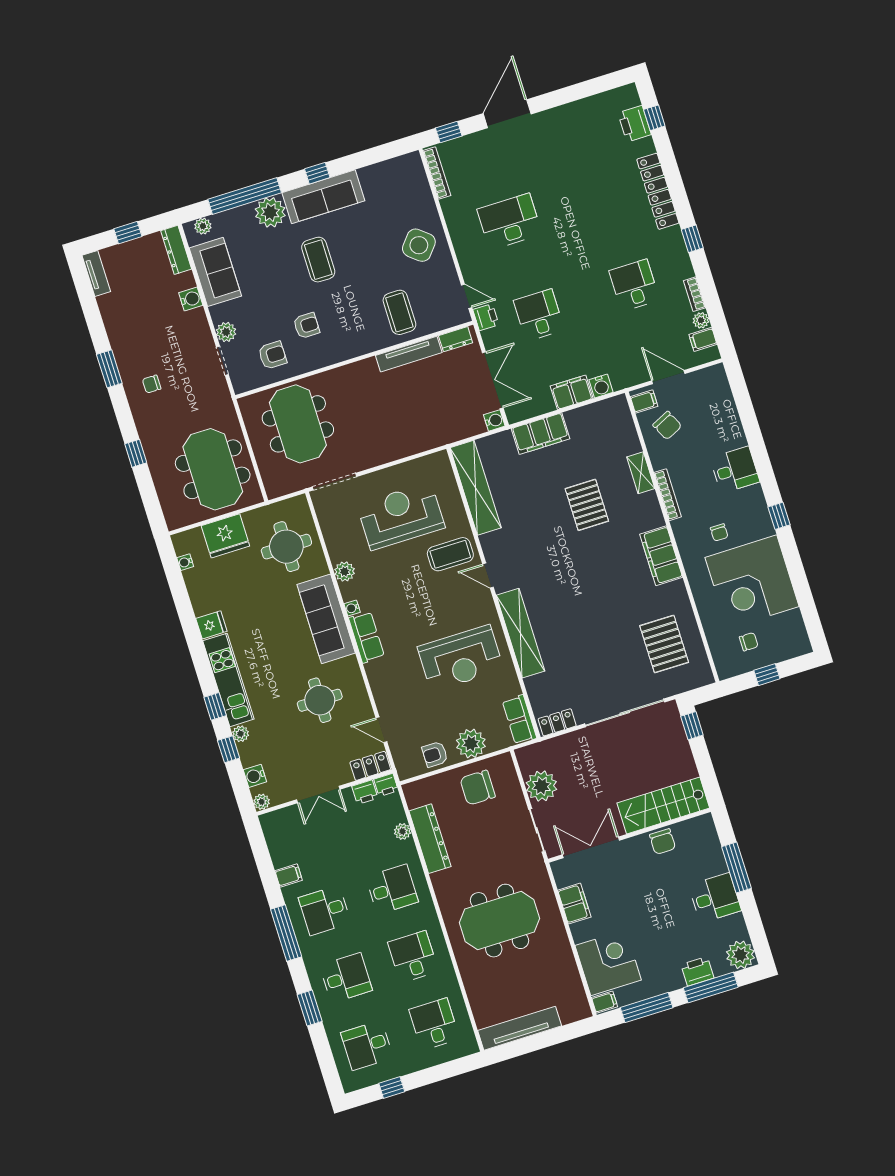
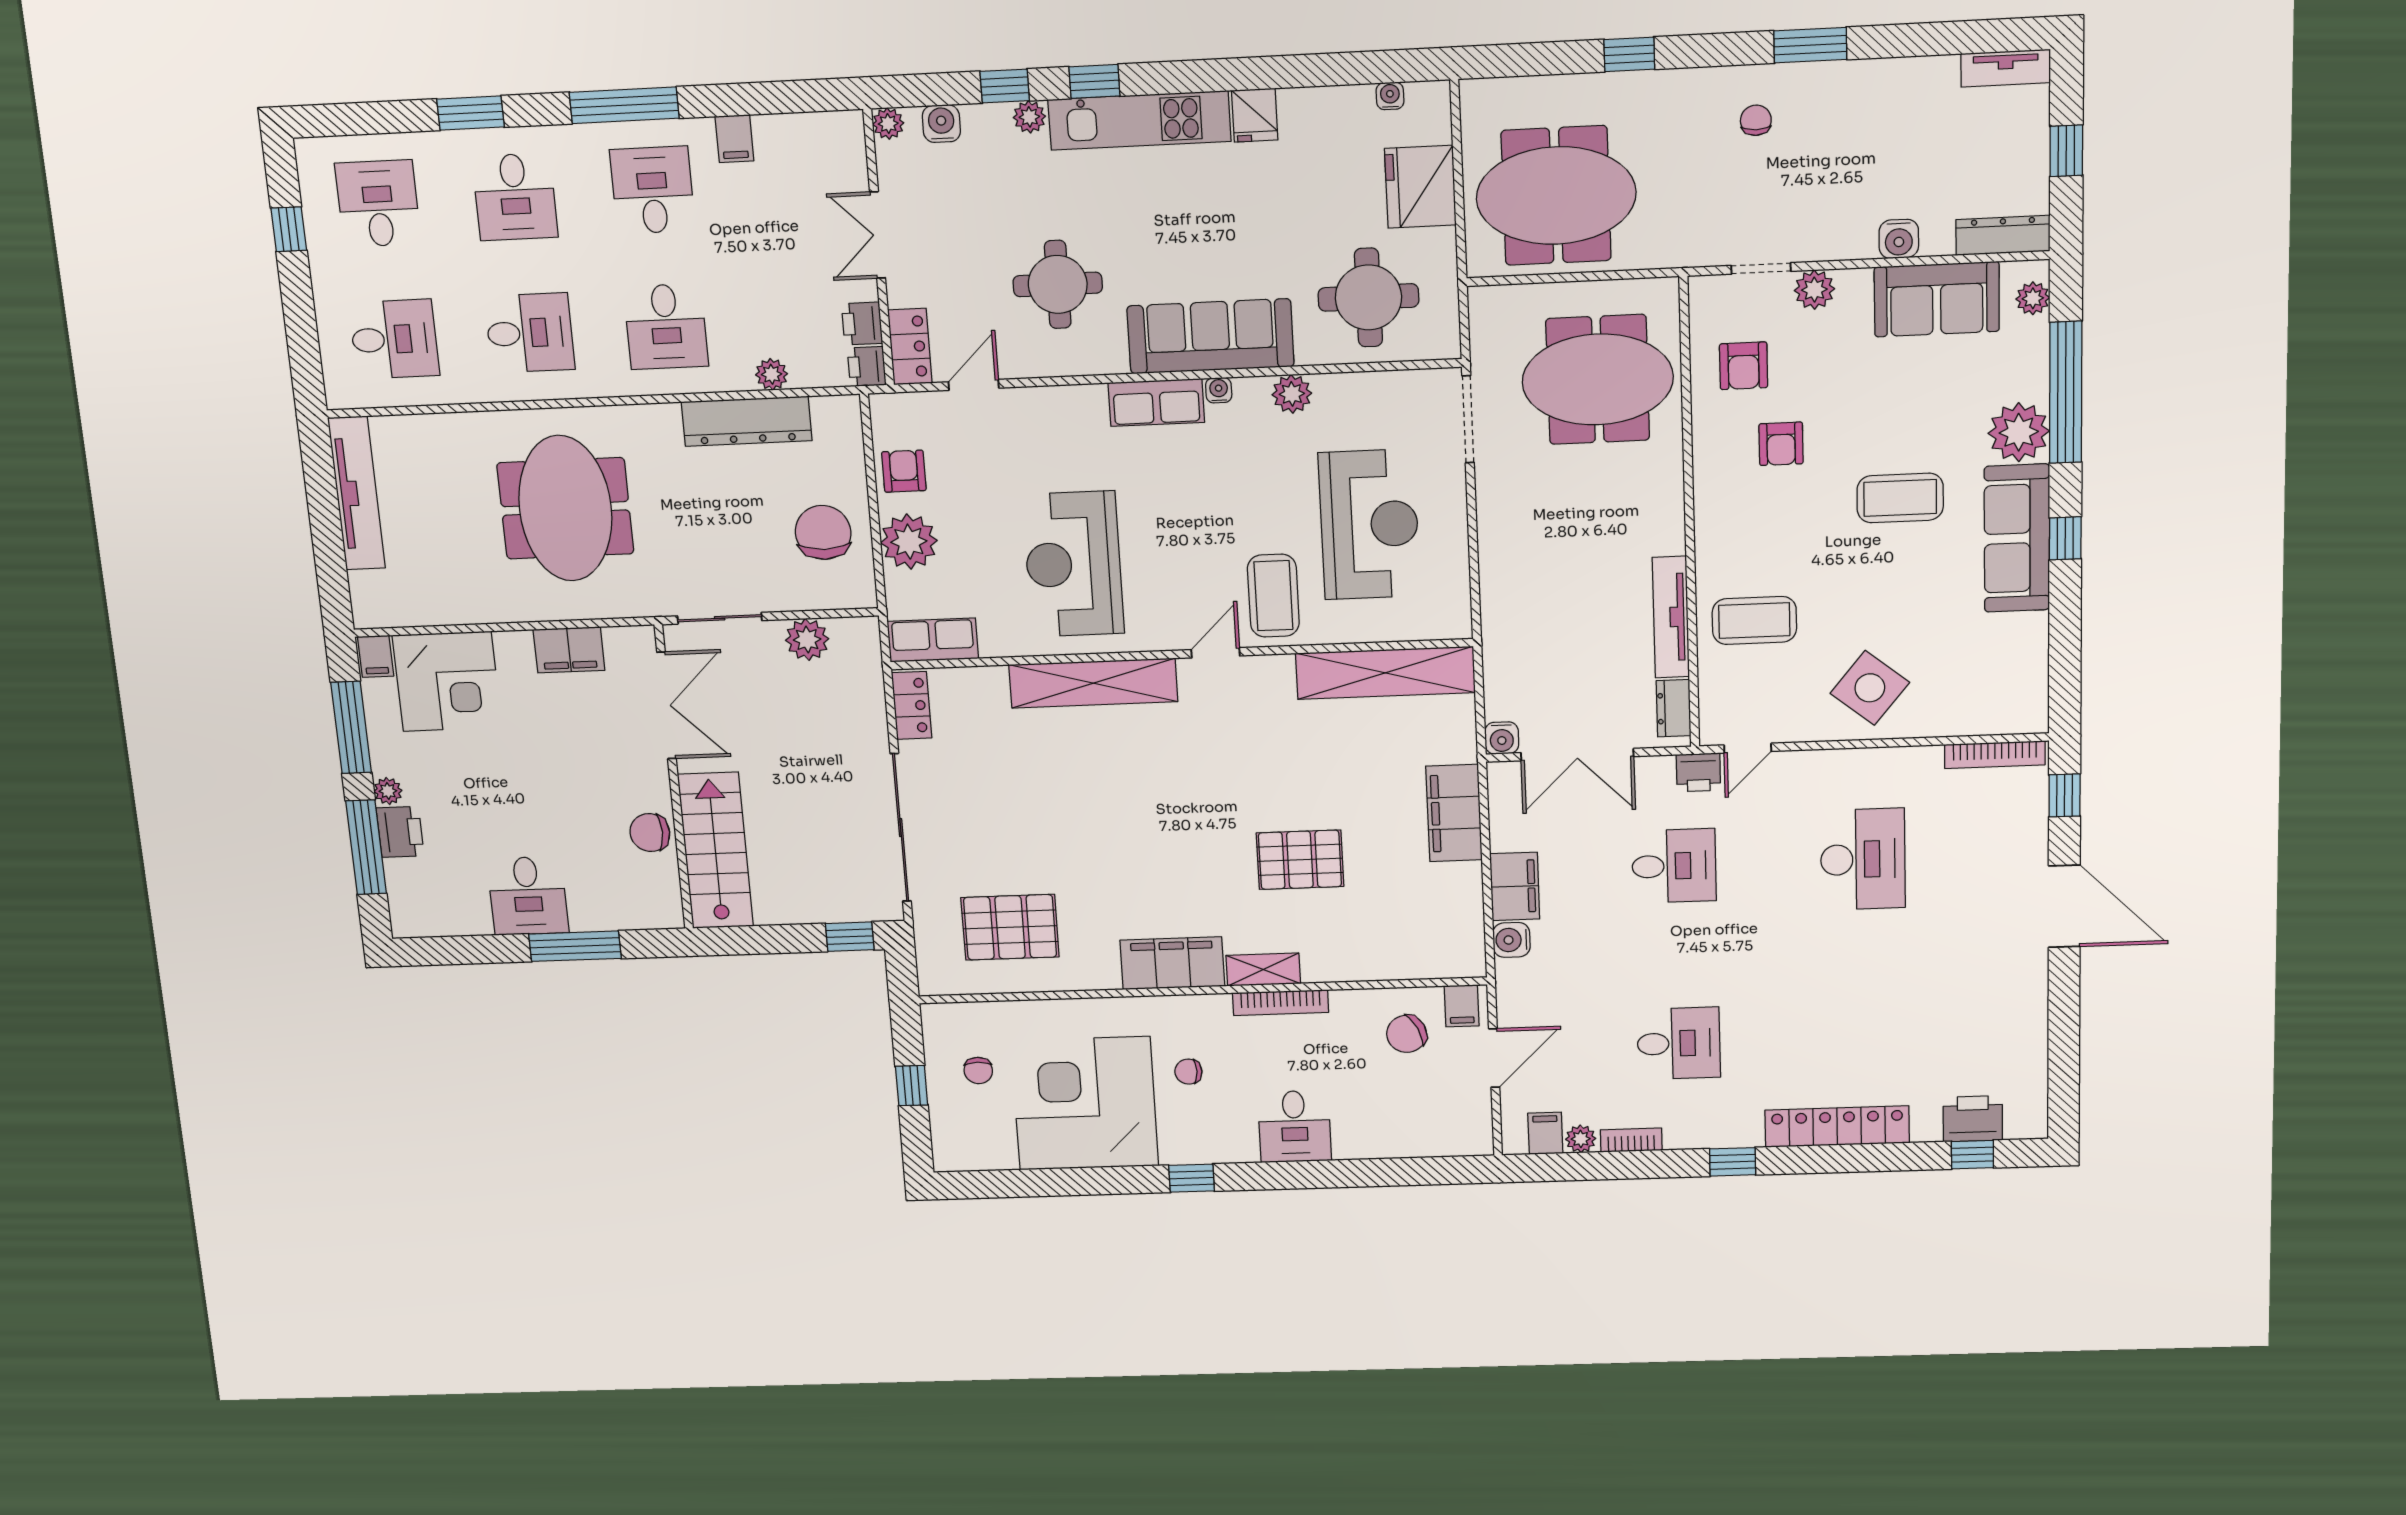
shelving: (641, 473) -> (1263, 970), moved
plant: (541, 786) -> (807, 640), width x0.73, depth x0.73
plant: (740, 955) -> (388, 791), moved, width x0.53, depth x0.53

